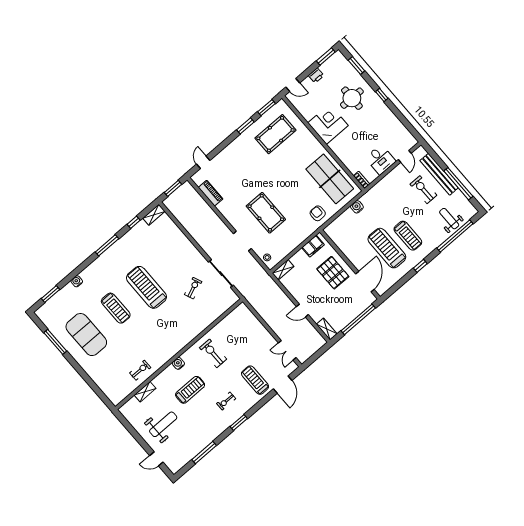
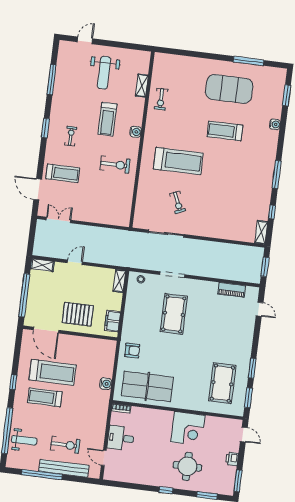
door: (293, 85) -> (244, 434), swing flipped
pool table: (266, 213) -> (174, 314), turned 90
treadmill: (147, 287) -> (178, 161), moved

